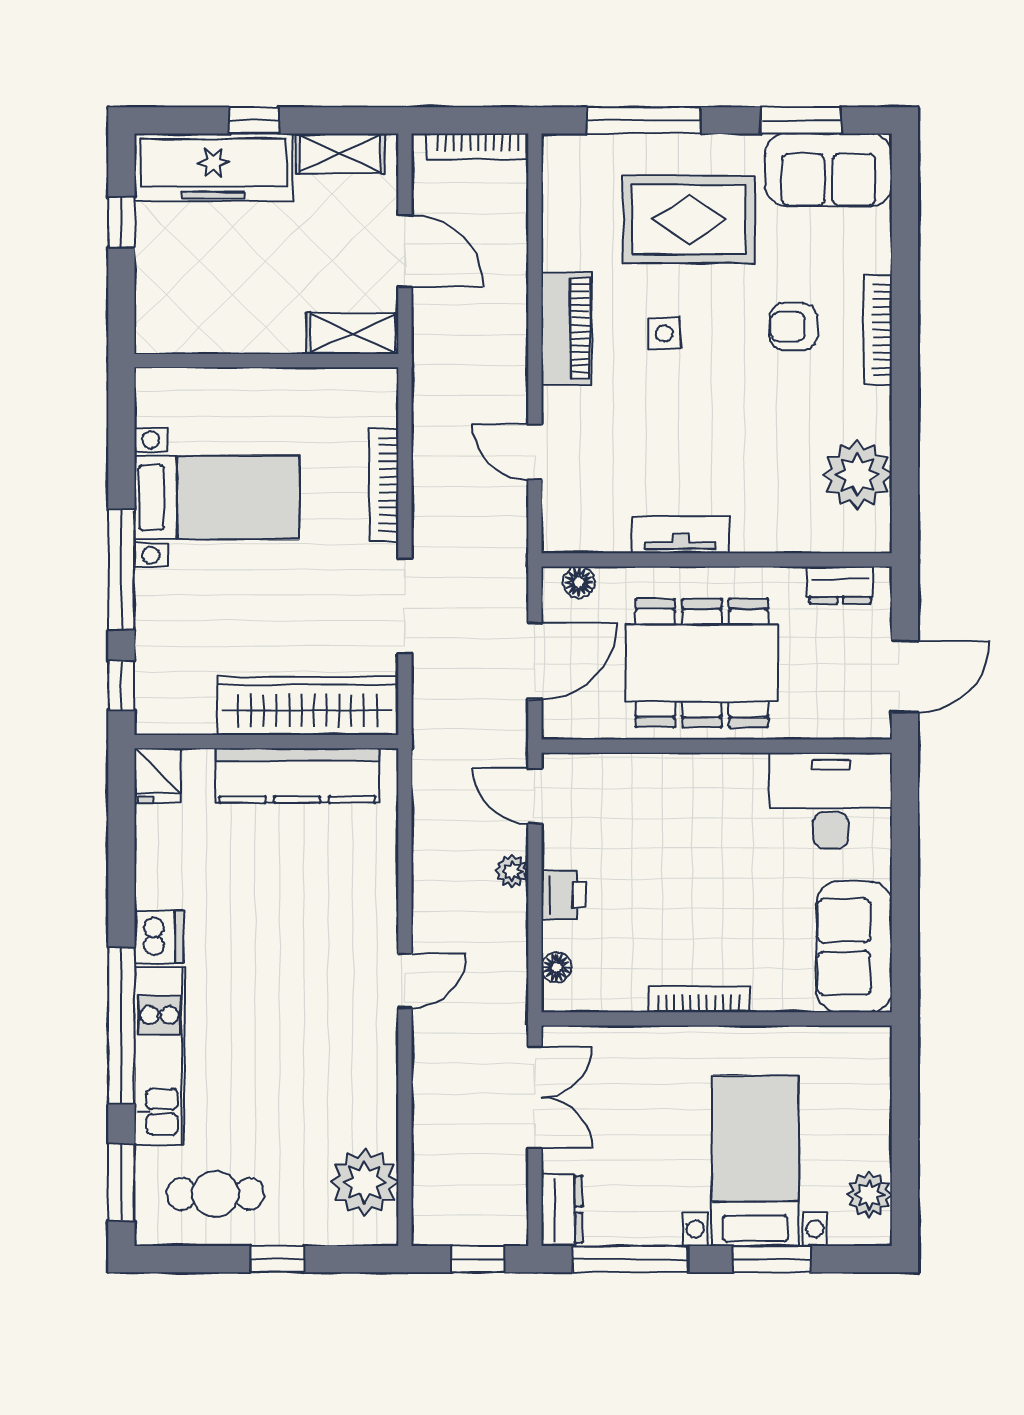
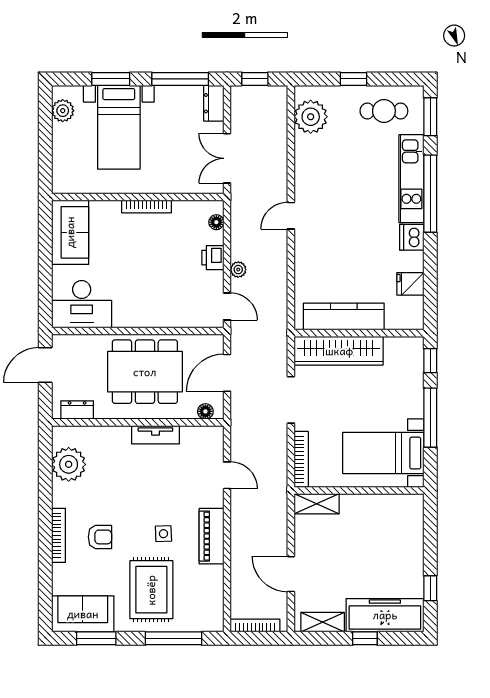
rug: (689, 219) -> (151, 590), turned 90
shelving: (353, 334) -> (317, 504), moved
wall: (266, 361) -> (359, 490), moved
fridge: (157, 776) -> (410, 284), moved, turned -90

